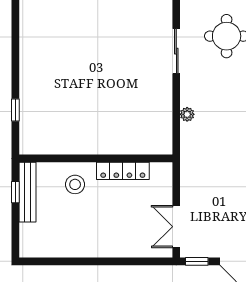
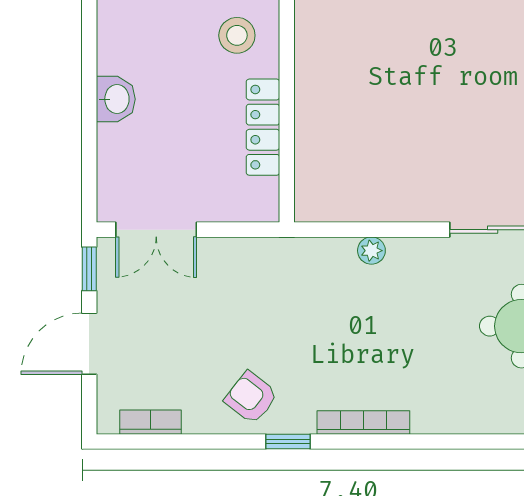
double door: (176, 227) -> (156, 230), swing flipped
washbasin: (108, 248) -> (116, 99), added

